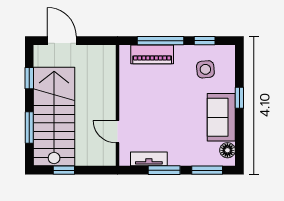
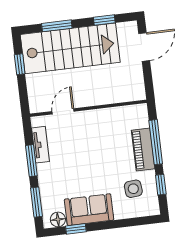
piano: (152, 54) -> (143, 150), moved
window: (239, 98) -> (76, 229), moved

